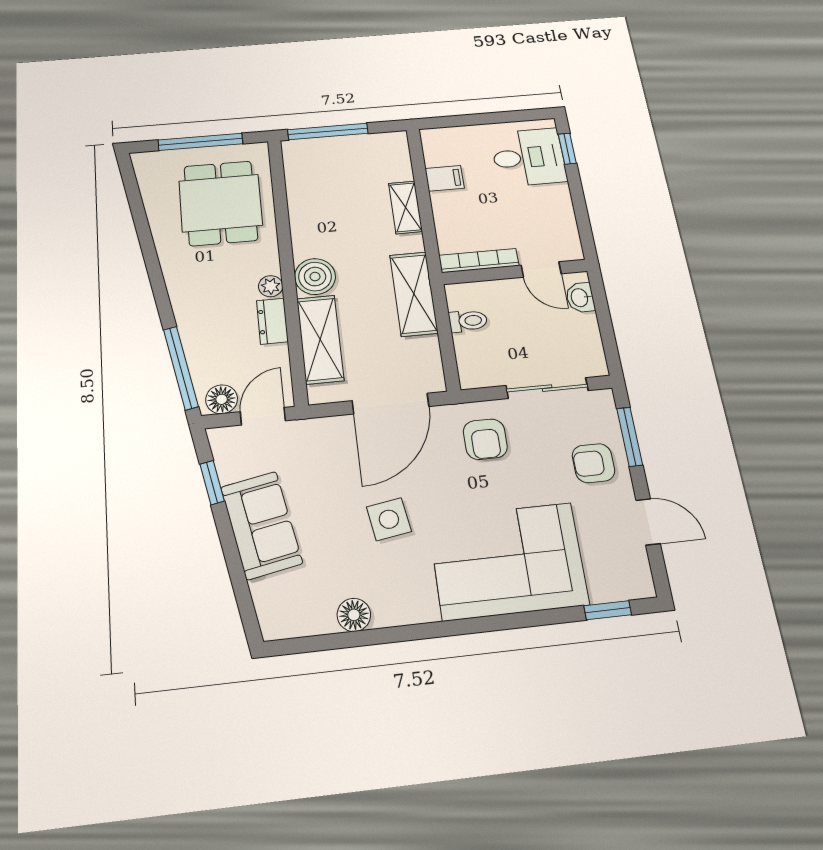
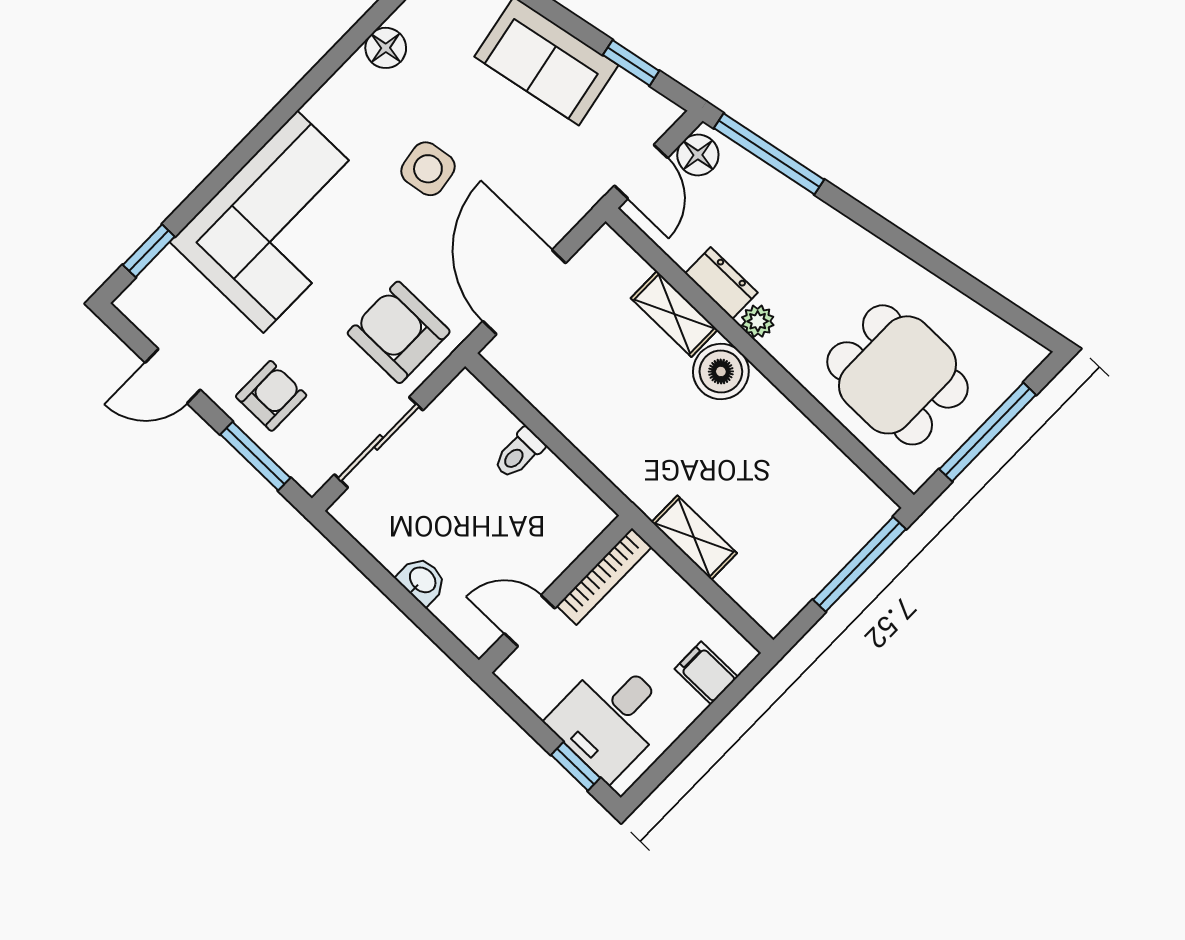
filing cabinet: (445, 178) -> (706, 673), moved, turned 90
bookcase: (479, 261) -> (604, 576), moved
door: (541, 270) -> (530, 621), moved
wall: (515, 272) -> (555, 594), moved
shelving: (414, 294) -> (601, 438), removed
shelving: (320, 339) -> (674, 314), width x0.67, depth x0.75
armchair: (485, 439) -> (399, 332), width x1.38, depth x1.38

